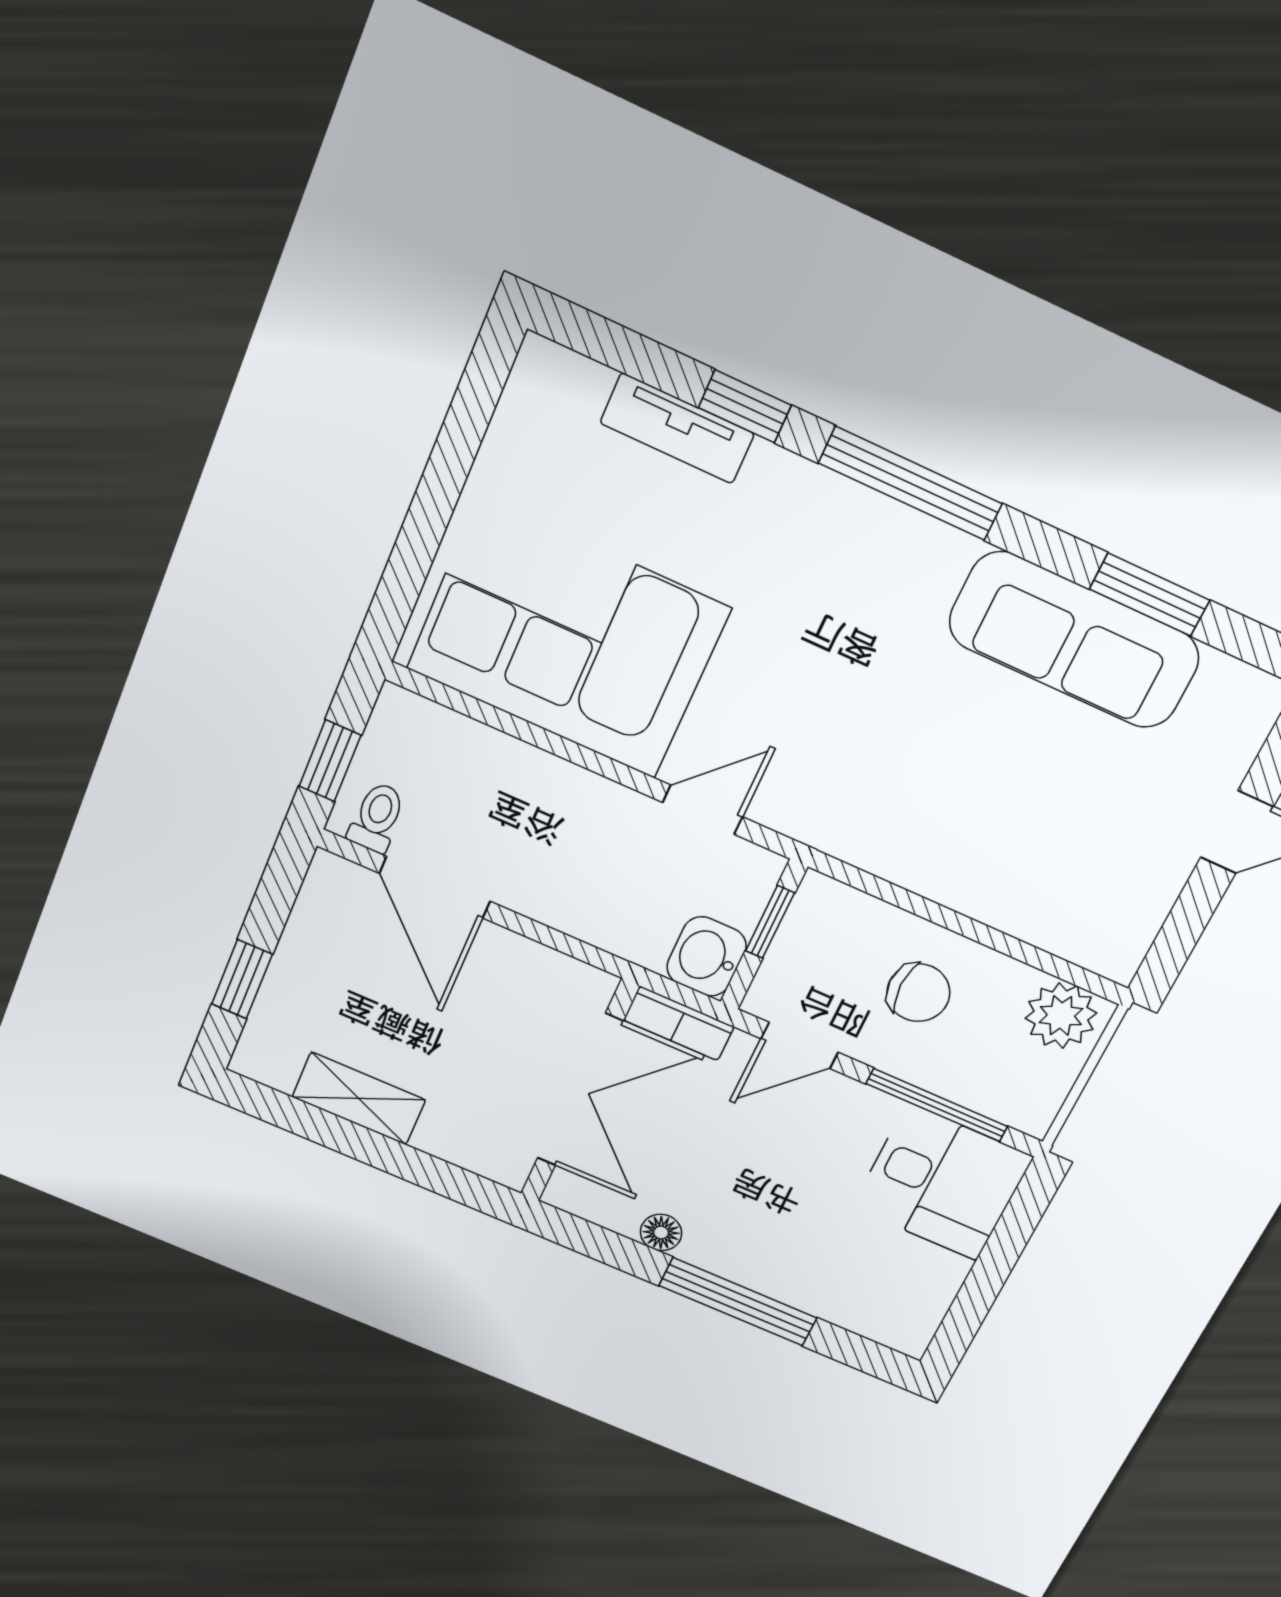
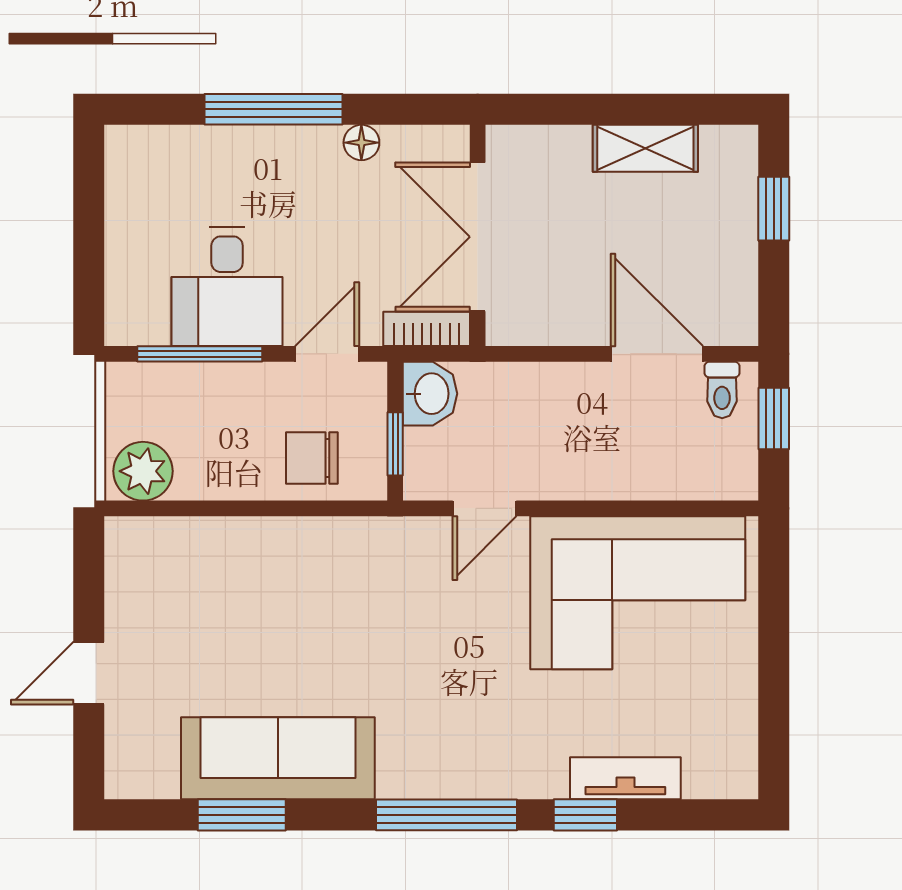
chair: (918, 993) -> (312, 458), moved
desk: (942, 1182) -> (227, 286), moved, turned -90

